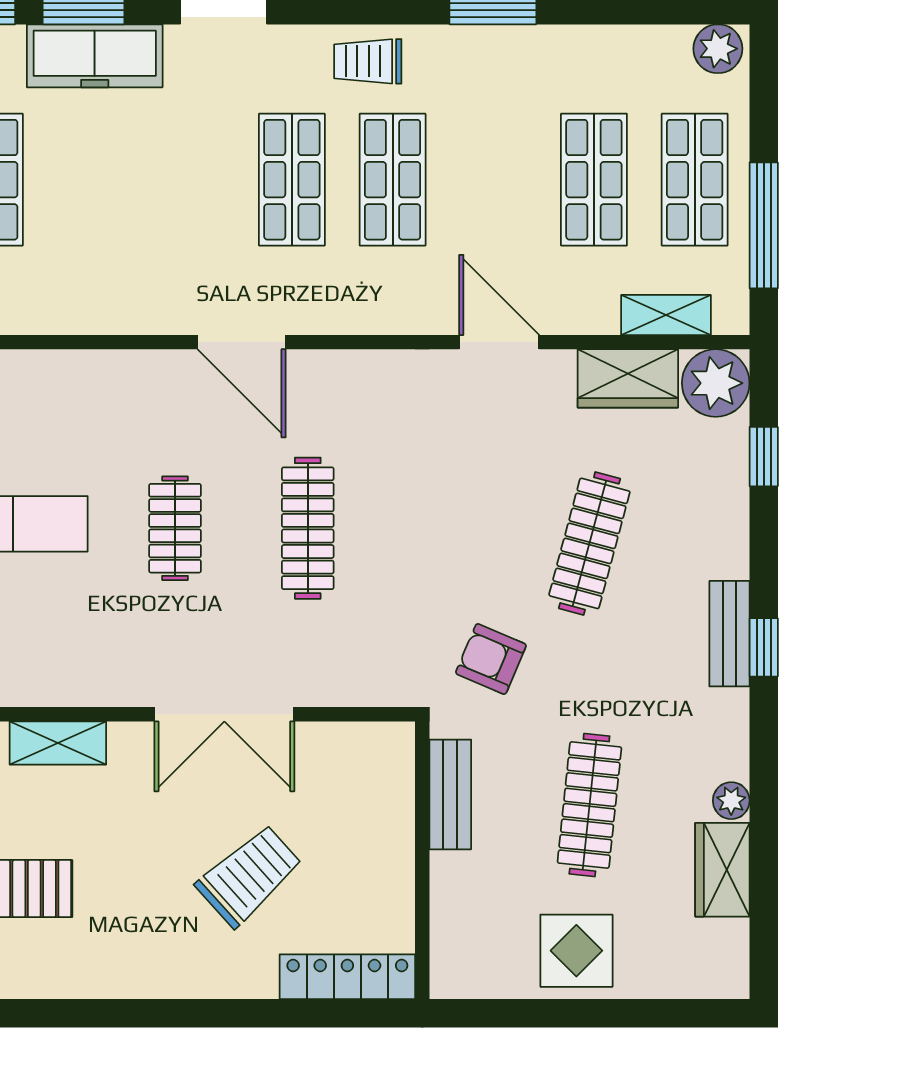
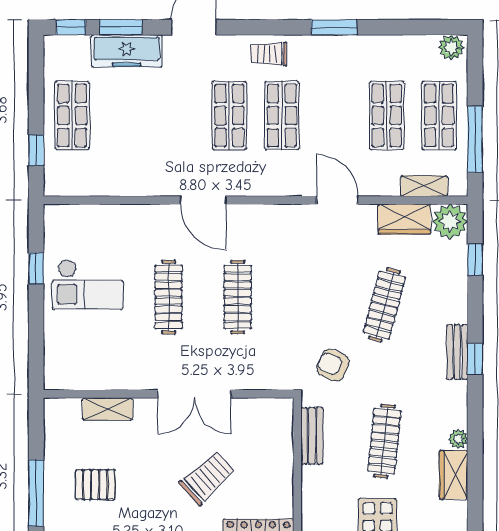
clothes rail: (175, 528) -> (169, 297), width x1.36

